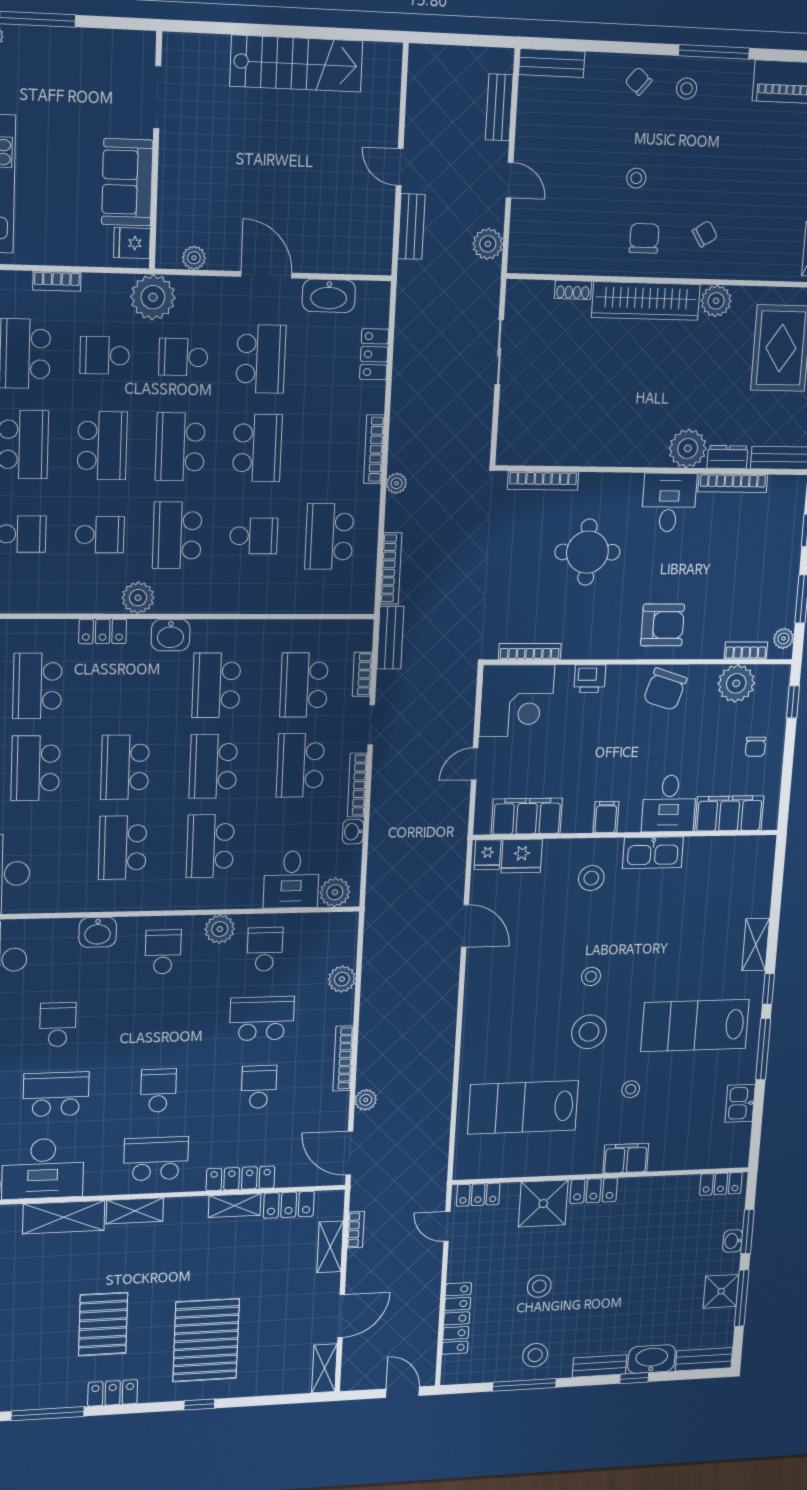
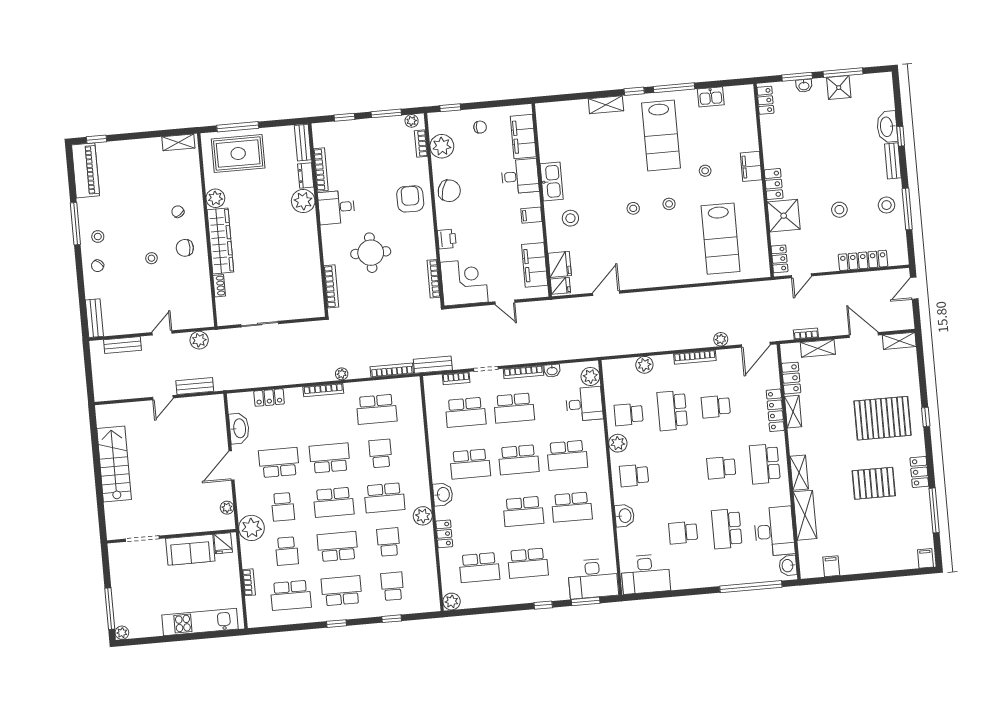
stool: (589, 1032) -> (669, 204), width x0.53, depth x0.53
bench: (704, 1359) -> (886, 91), removed

